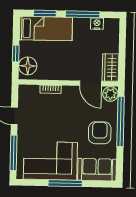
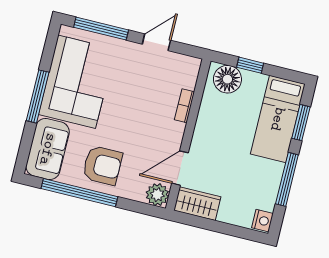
nightstand: (97, 24) -> (263, 221), moved
window: (121, 121) -> (79, 193), moved

